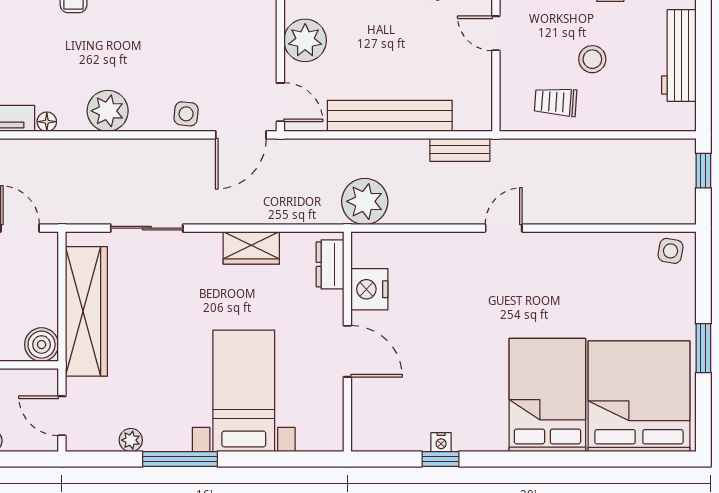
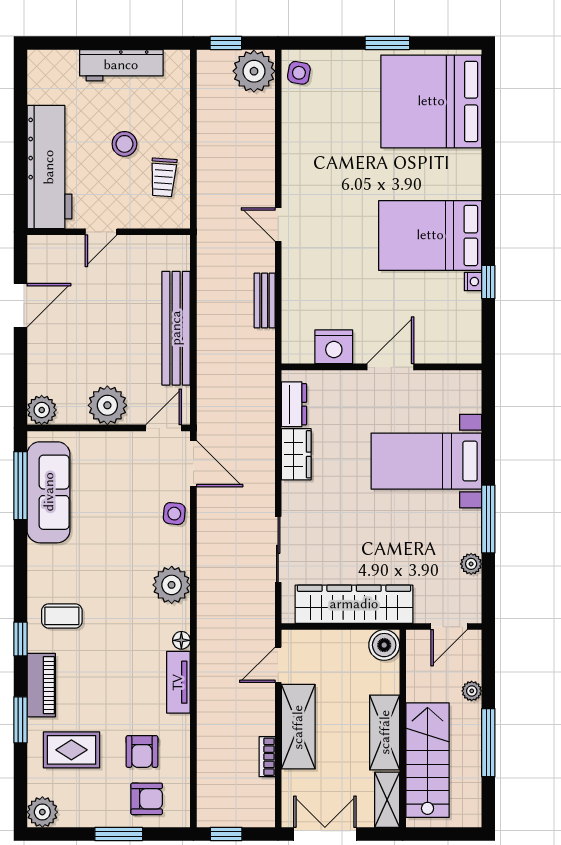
bench: (460, 150) -> (265, 301), moved
plant: (365, 201) -> (254, 71), moved
dresser: (330, 264) -> (294, 404), moved, turned -90
bed: (547, 395) -> (430, 235), moved

